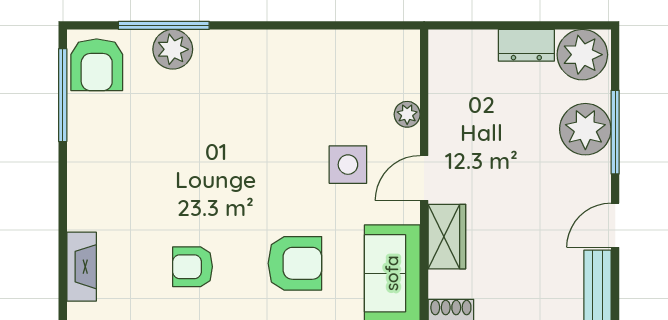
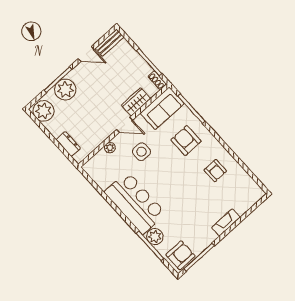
dresser: (526, 45) -> (68, 144), moved
bar counter: (266, 69) -> (135, 203), added
fireplace: (82, 267) -> (226, 222), moved

